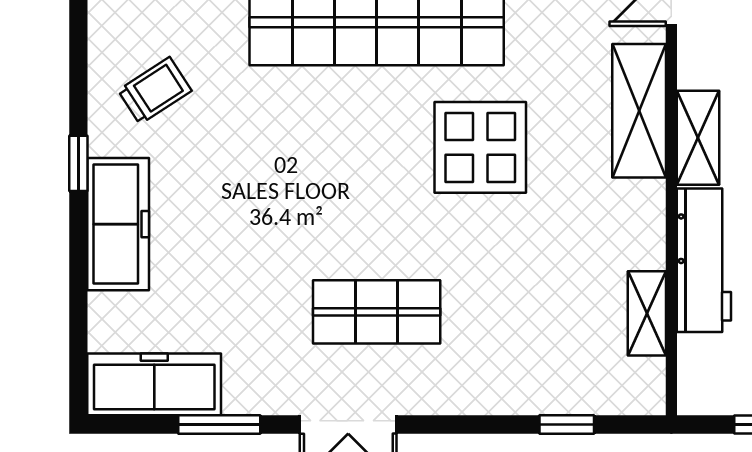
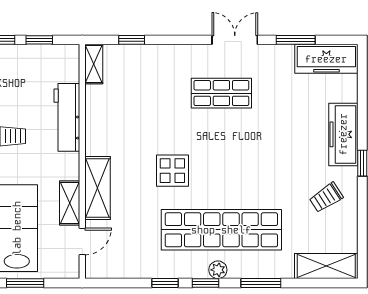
shelving: (698, 138) -> (70, 203), moved
display table: (480, 147) -> (172, 171), width x0.73, depth x0.73
shelving: (647, 313) -> (94, 64), moved

